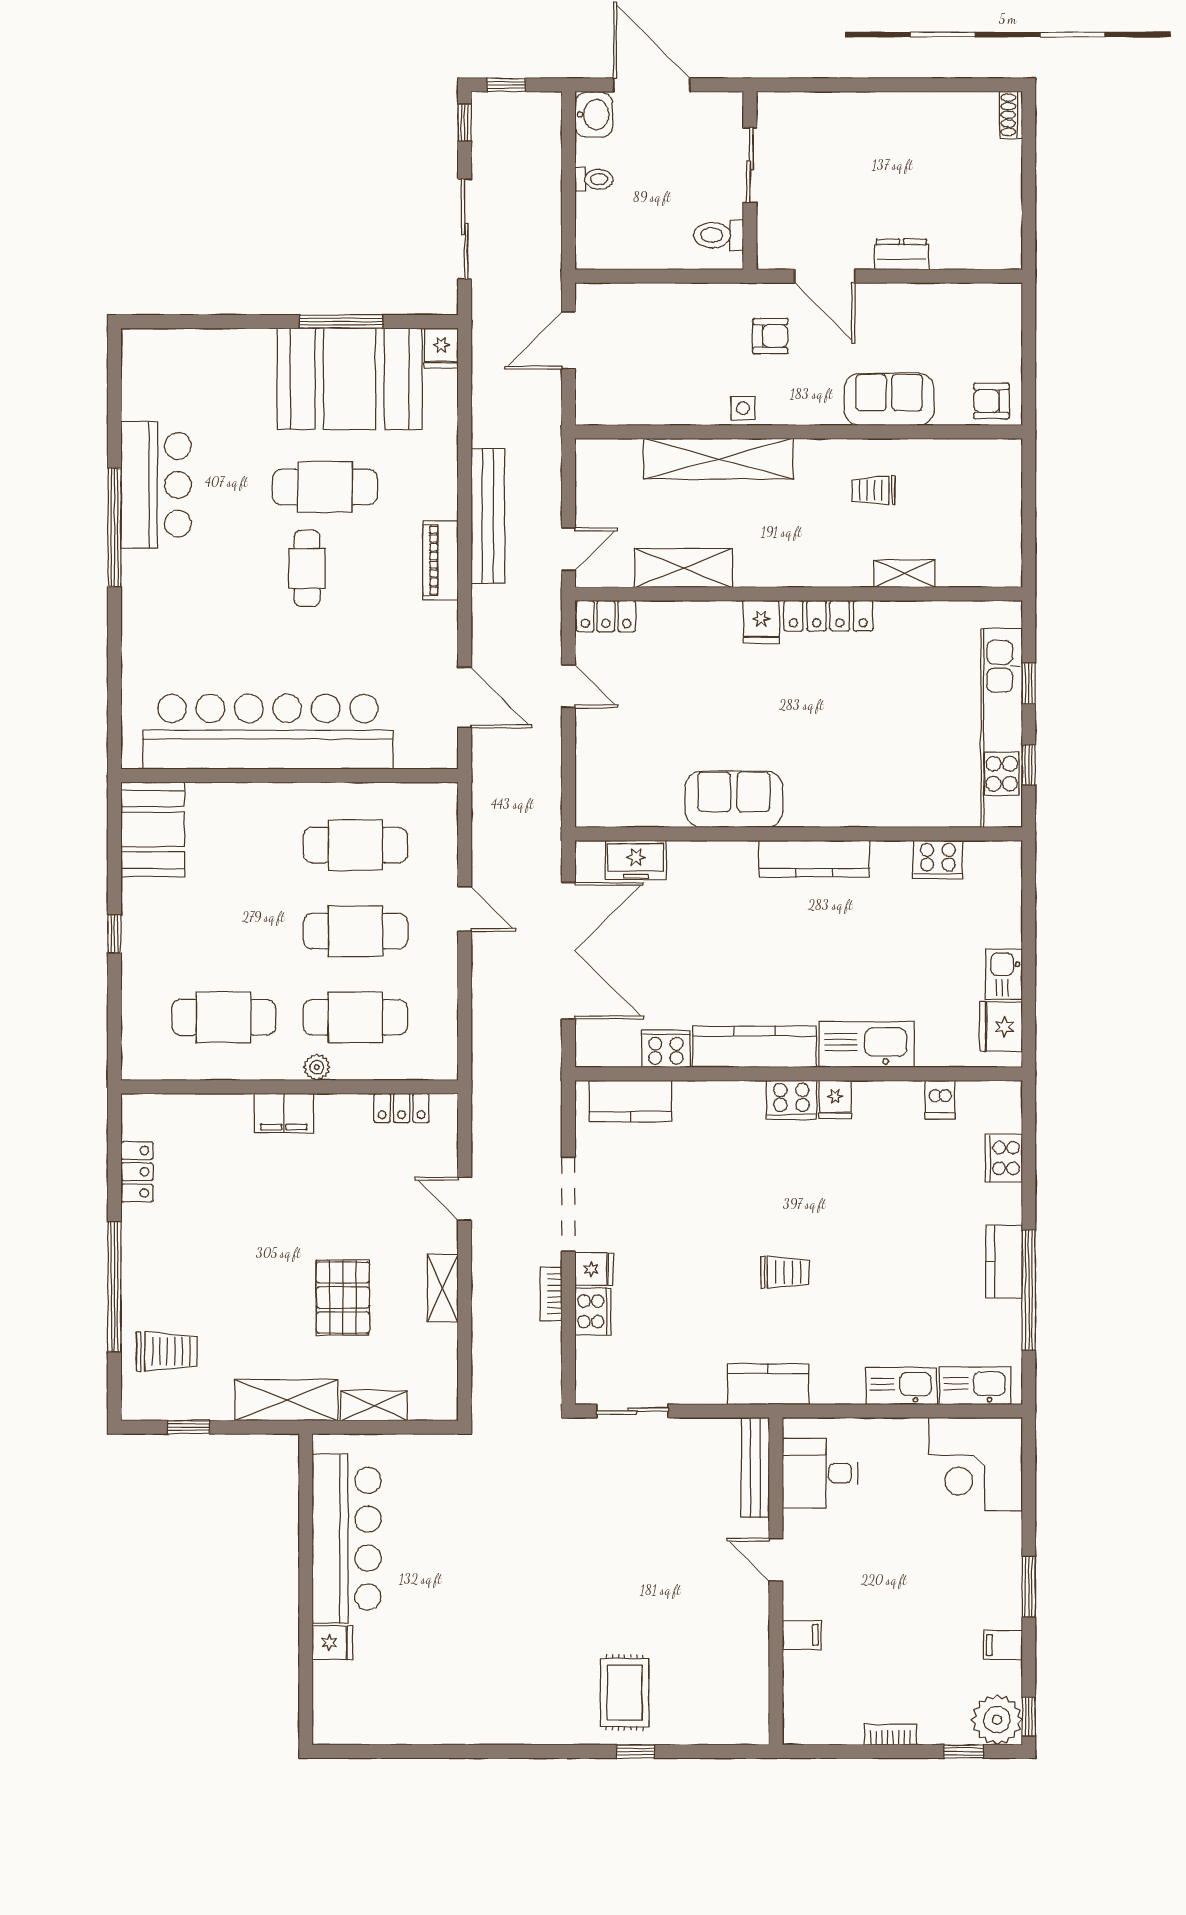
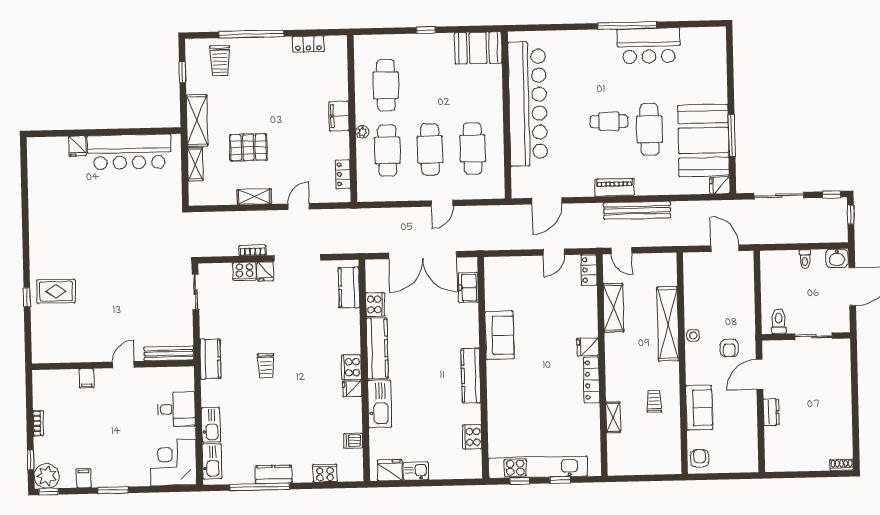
desk: (820, 1473) -> (176, 409), moved, turned 90

